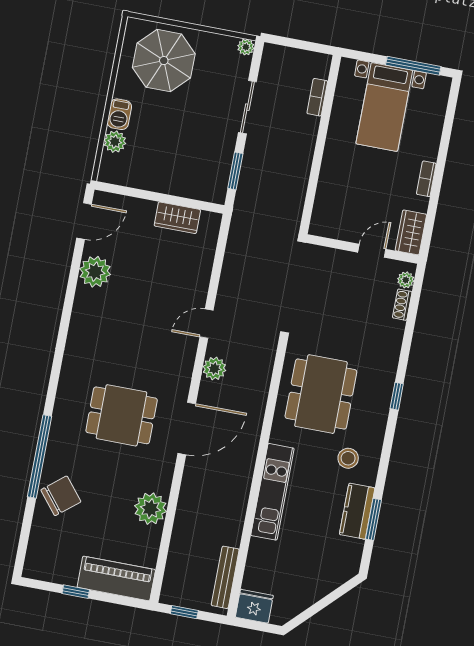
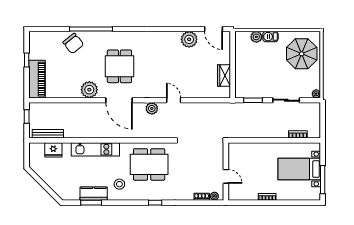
wardrobe: (411, 232) -> (239, 194), removed
plant: (150, 509) -> (89, 90), moved
fridge: (254, 606) -> (53, 150), moved, turned 90

